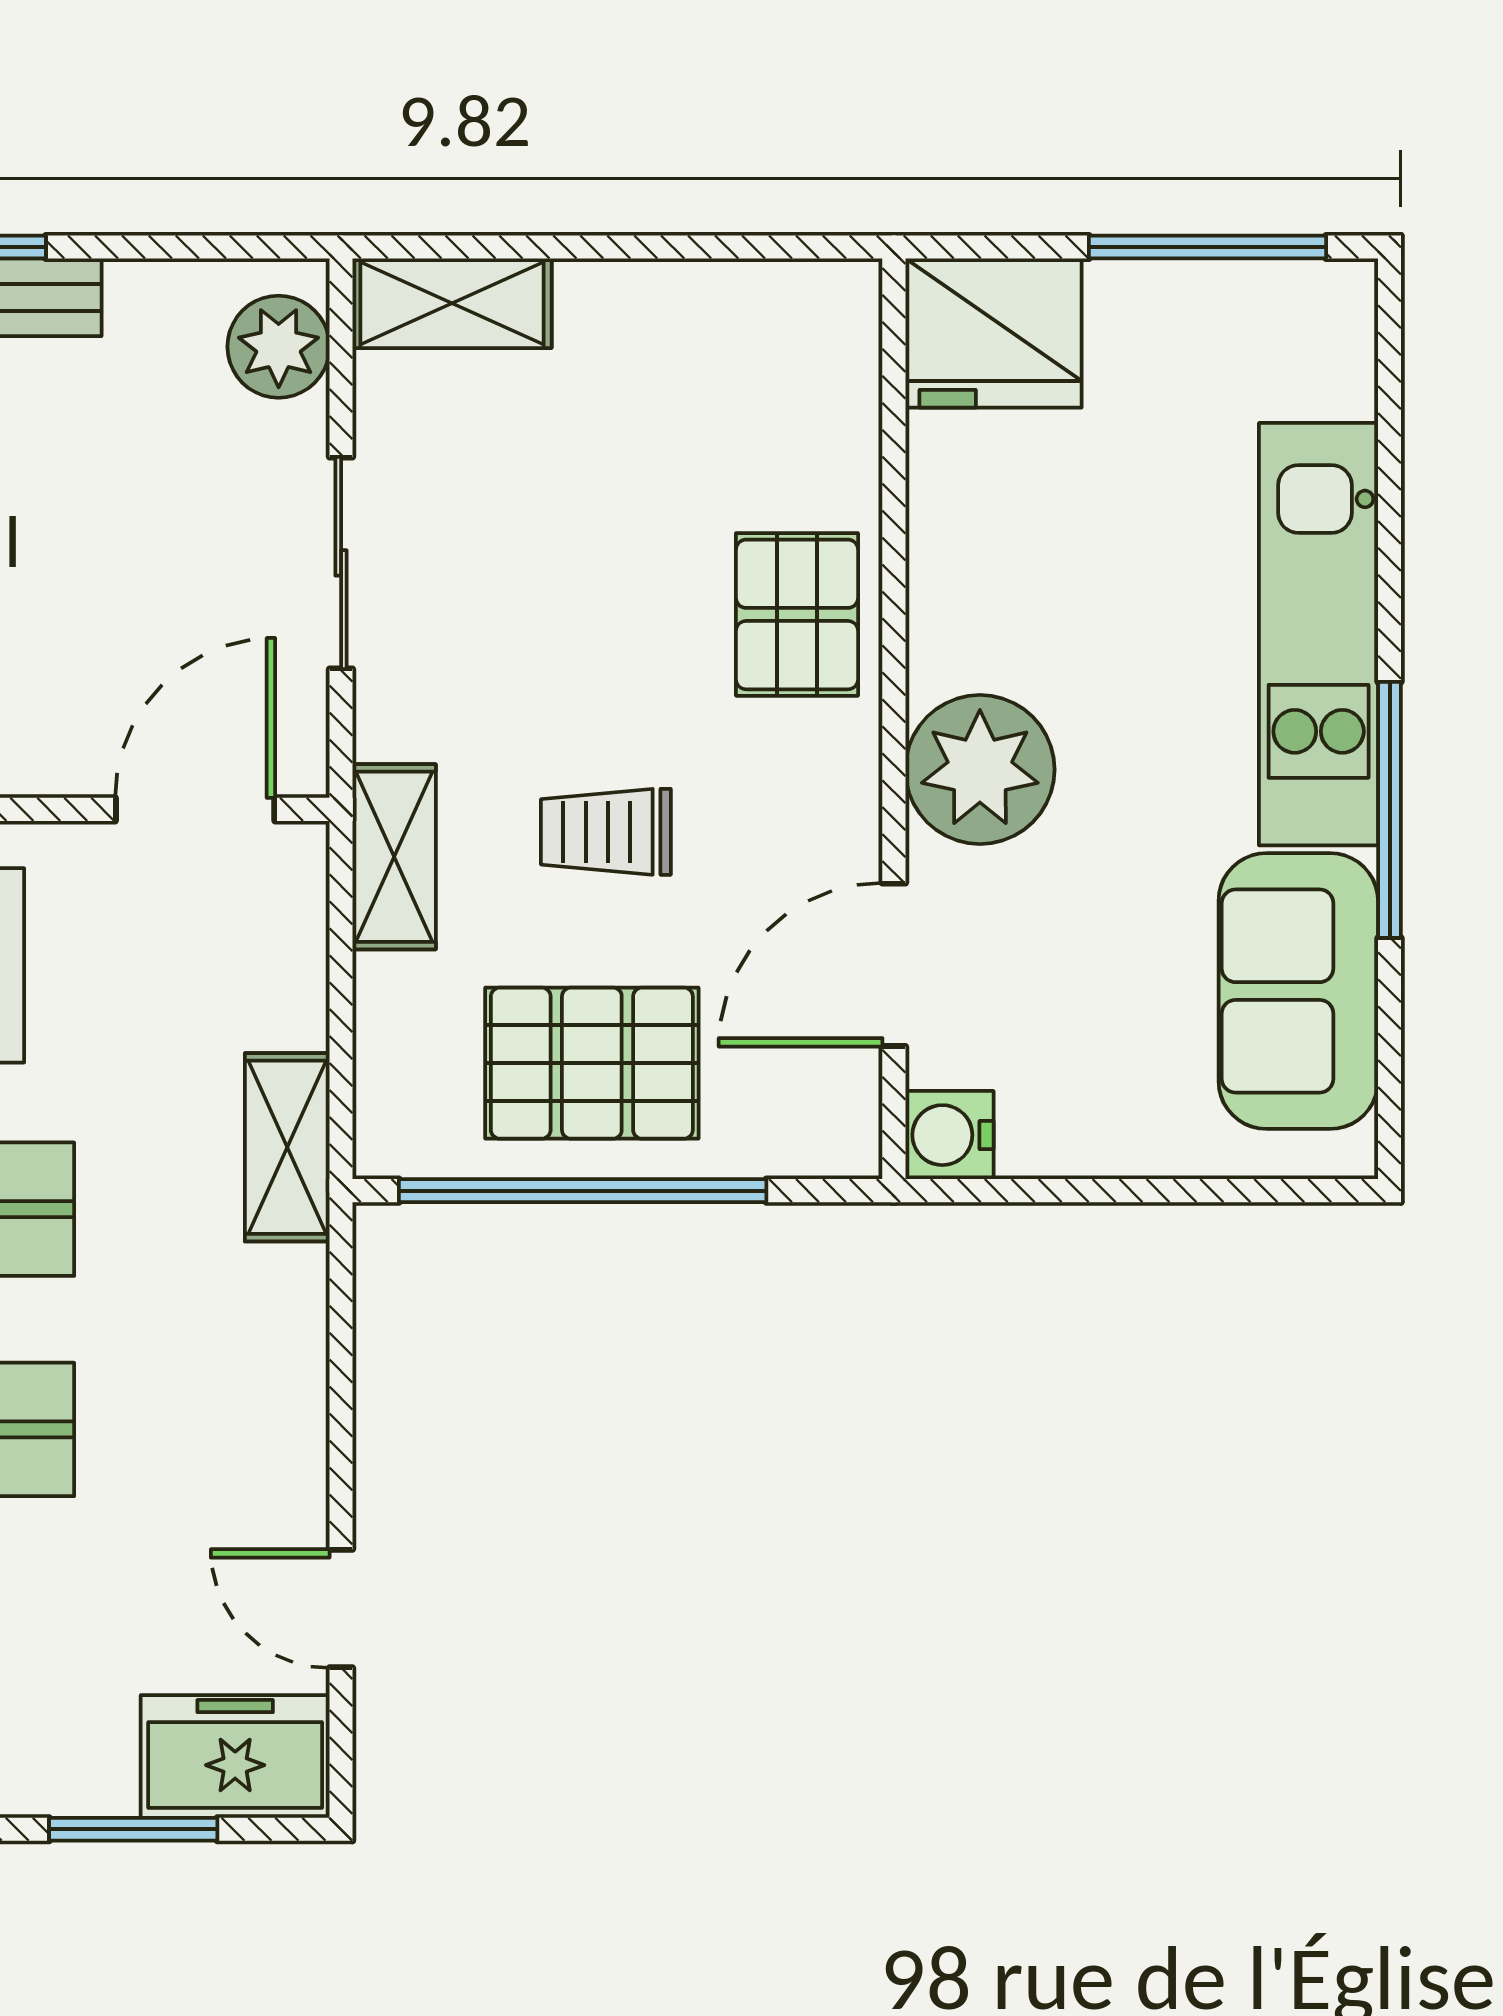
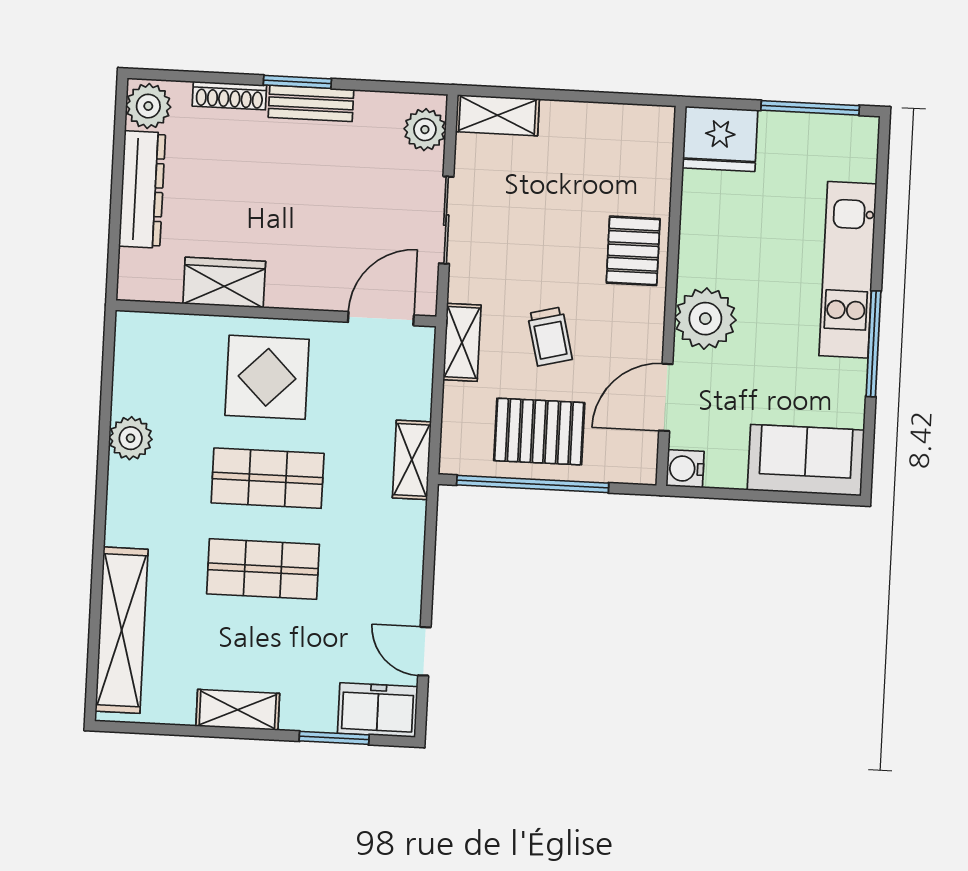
trolley: (606, 832) -> (550, 336), turned -104
sofa: (1298, 991) -> (806, 460), moved, turned 90

